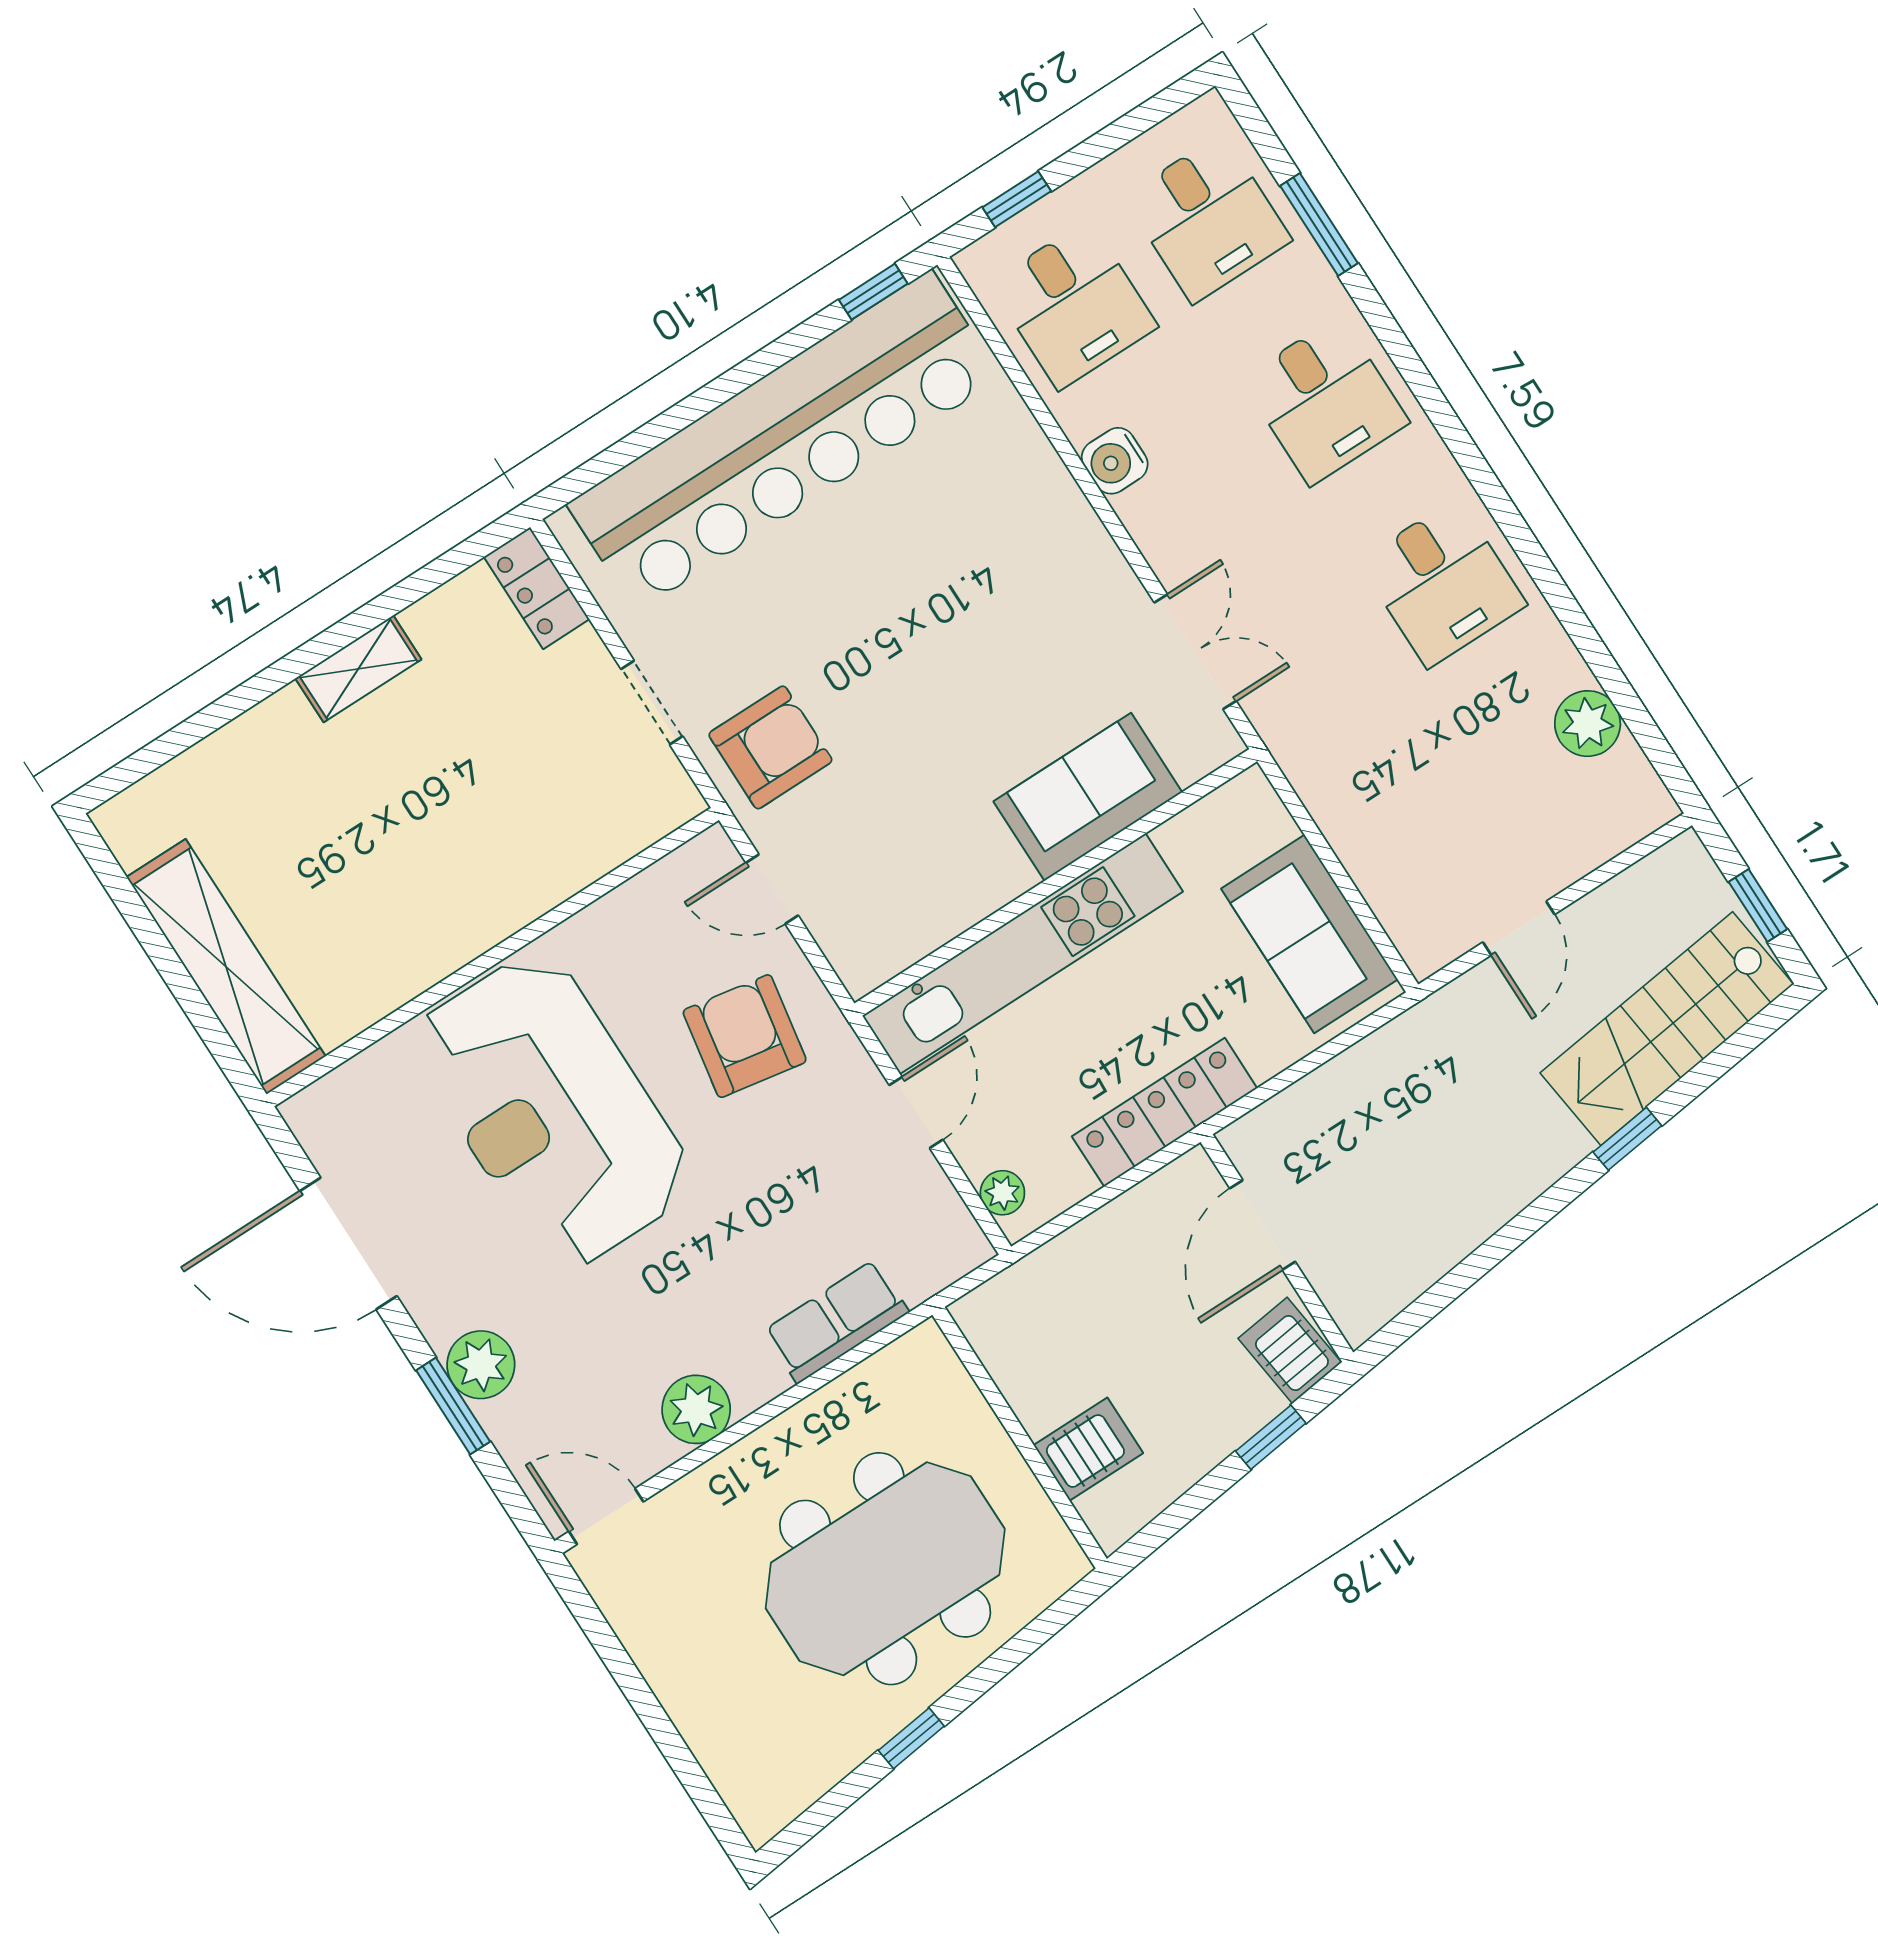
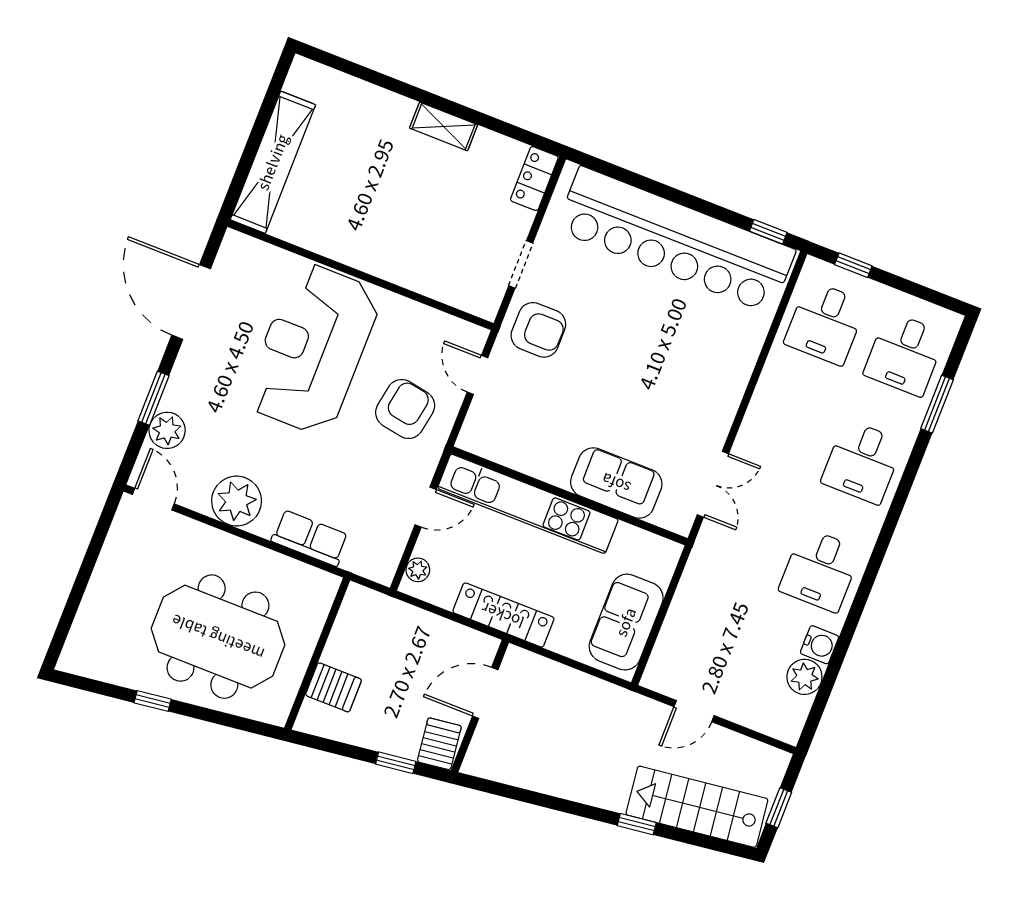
water cooler: (1115, 461) -> (819, 645), moved, turned 180
plant: (481, 1365) -> (167, 430), moved
plant: (696, 1409) -> (237, 501), width x1.36, depth x1.36

